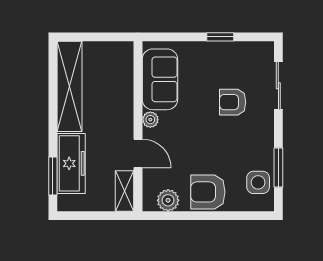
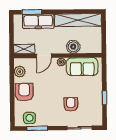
boiler: (121, 96) -> (73, 47), added

